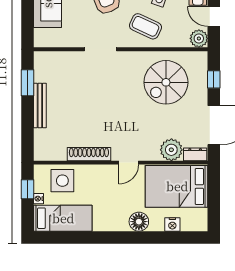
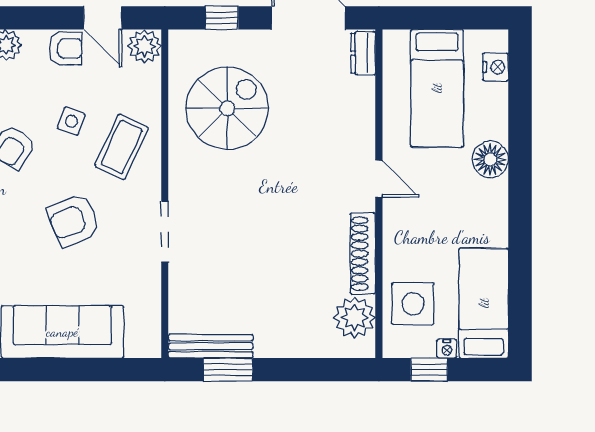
door: (214, 16) -> (103, 18), hinge flipped
spiral stairs: (166, 82) -> (227, 108), turned -90
bench: (40, 105) -> (211, 346), moved
plant: (171, 150) -> (355, 317), moved
bed: (177, 186) -> (437, 88), width x0.67
nightstand: (172, 224) -> (496, 67), moved

